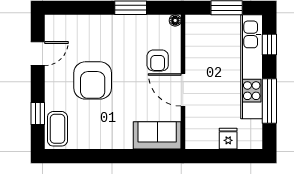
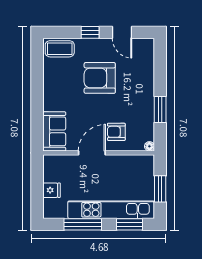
window: (269, 45) -> (130, 224), width x1.50
window: (38, 114) -> (90, 32), moved

